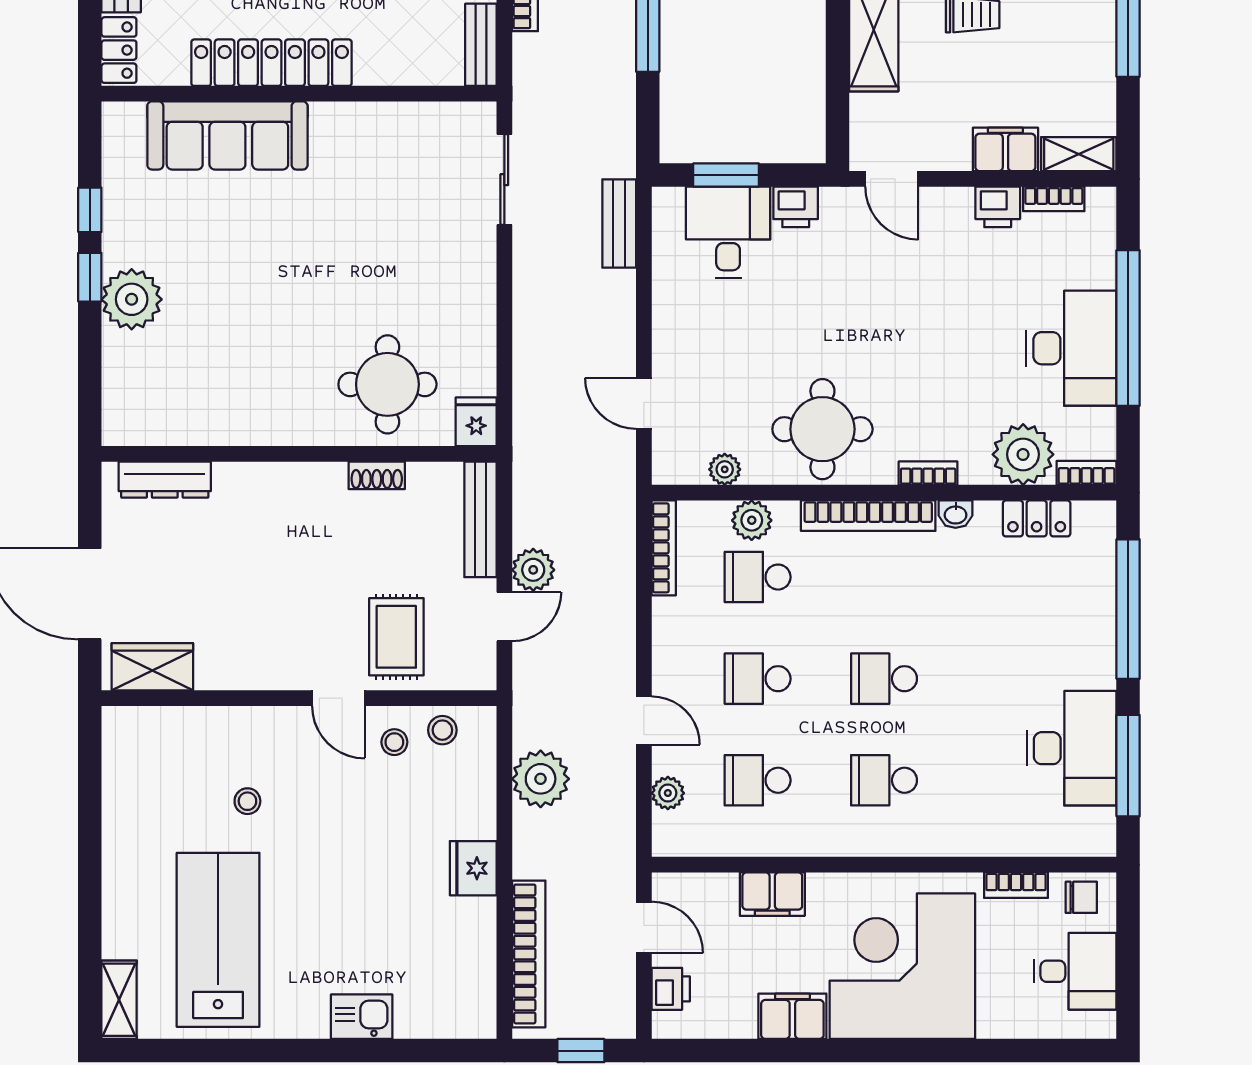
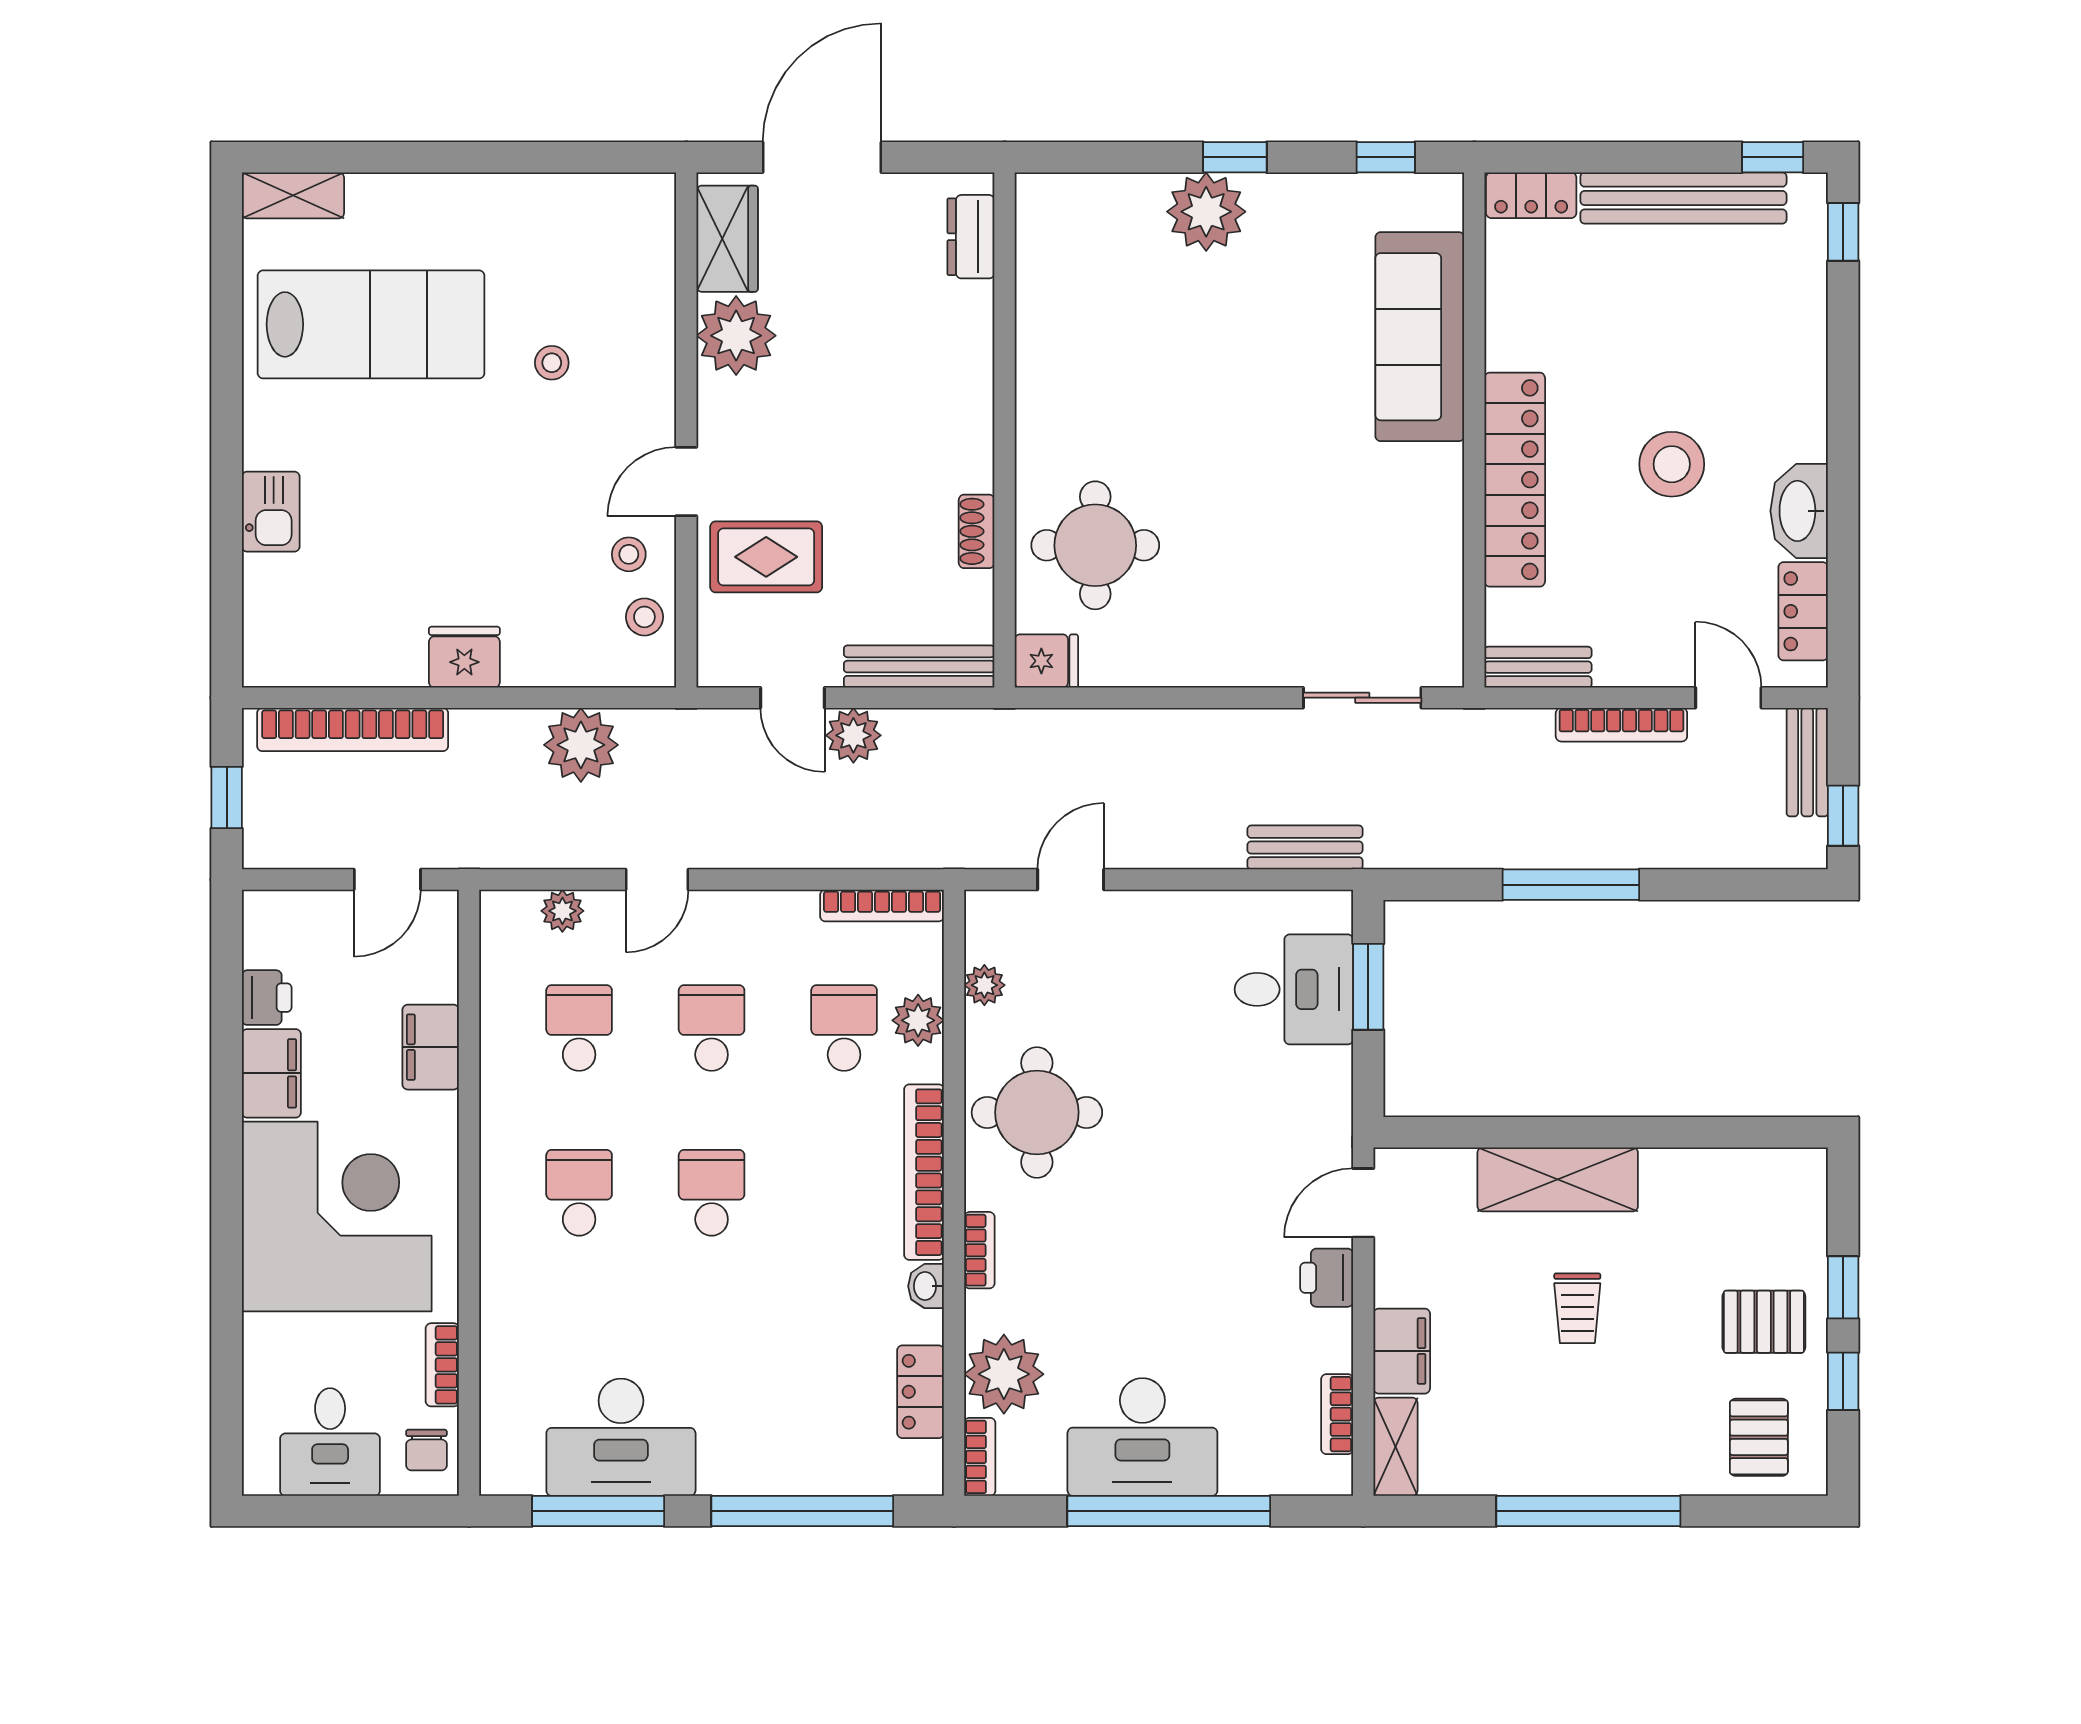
locker: (271, 63) -> (1515, 480), moved
printer: (796, 207) -> (1327, 1078), removed
printer: (998, 207) -> (1327, 1278), moved
window: (90, 210) -> (1386, 157), moved
dresser: (165, 480) -> (971, 237), width x0.70
plant: (227, 660) -> (736, 336), added
printer: (671, 989) -> (267, 998), moved, turned -90

